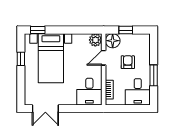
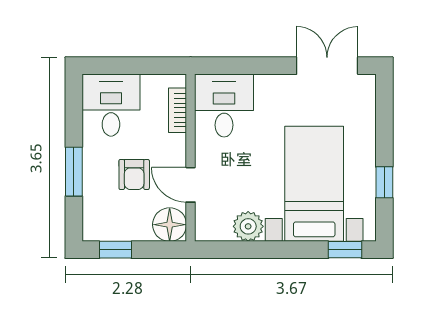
window: (126, 30) -> (115, 250), moved
plant: (95, 40) -> (248, 226), moved
door: (104, 58) -> (191, 185), swing flipped
window: (154, 75) -> (74, 172), moved

